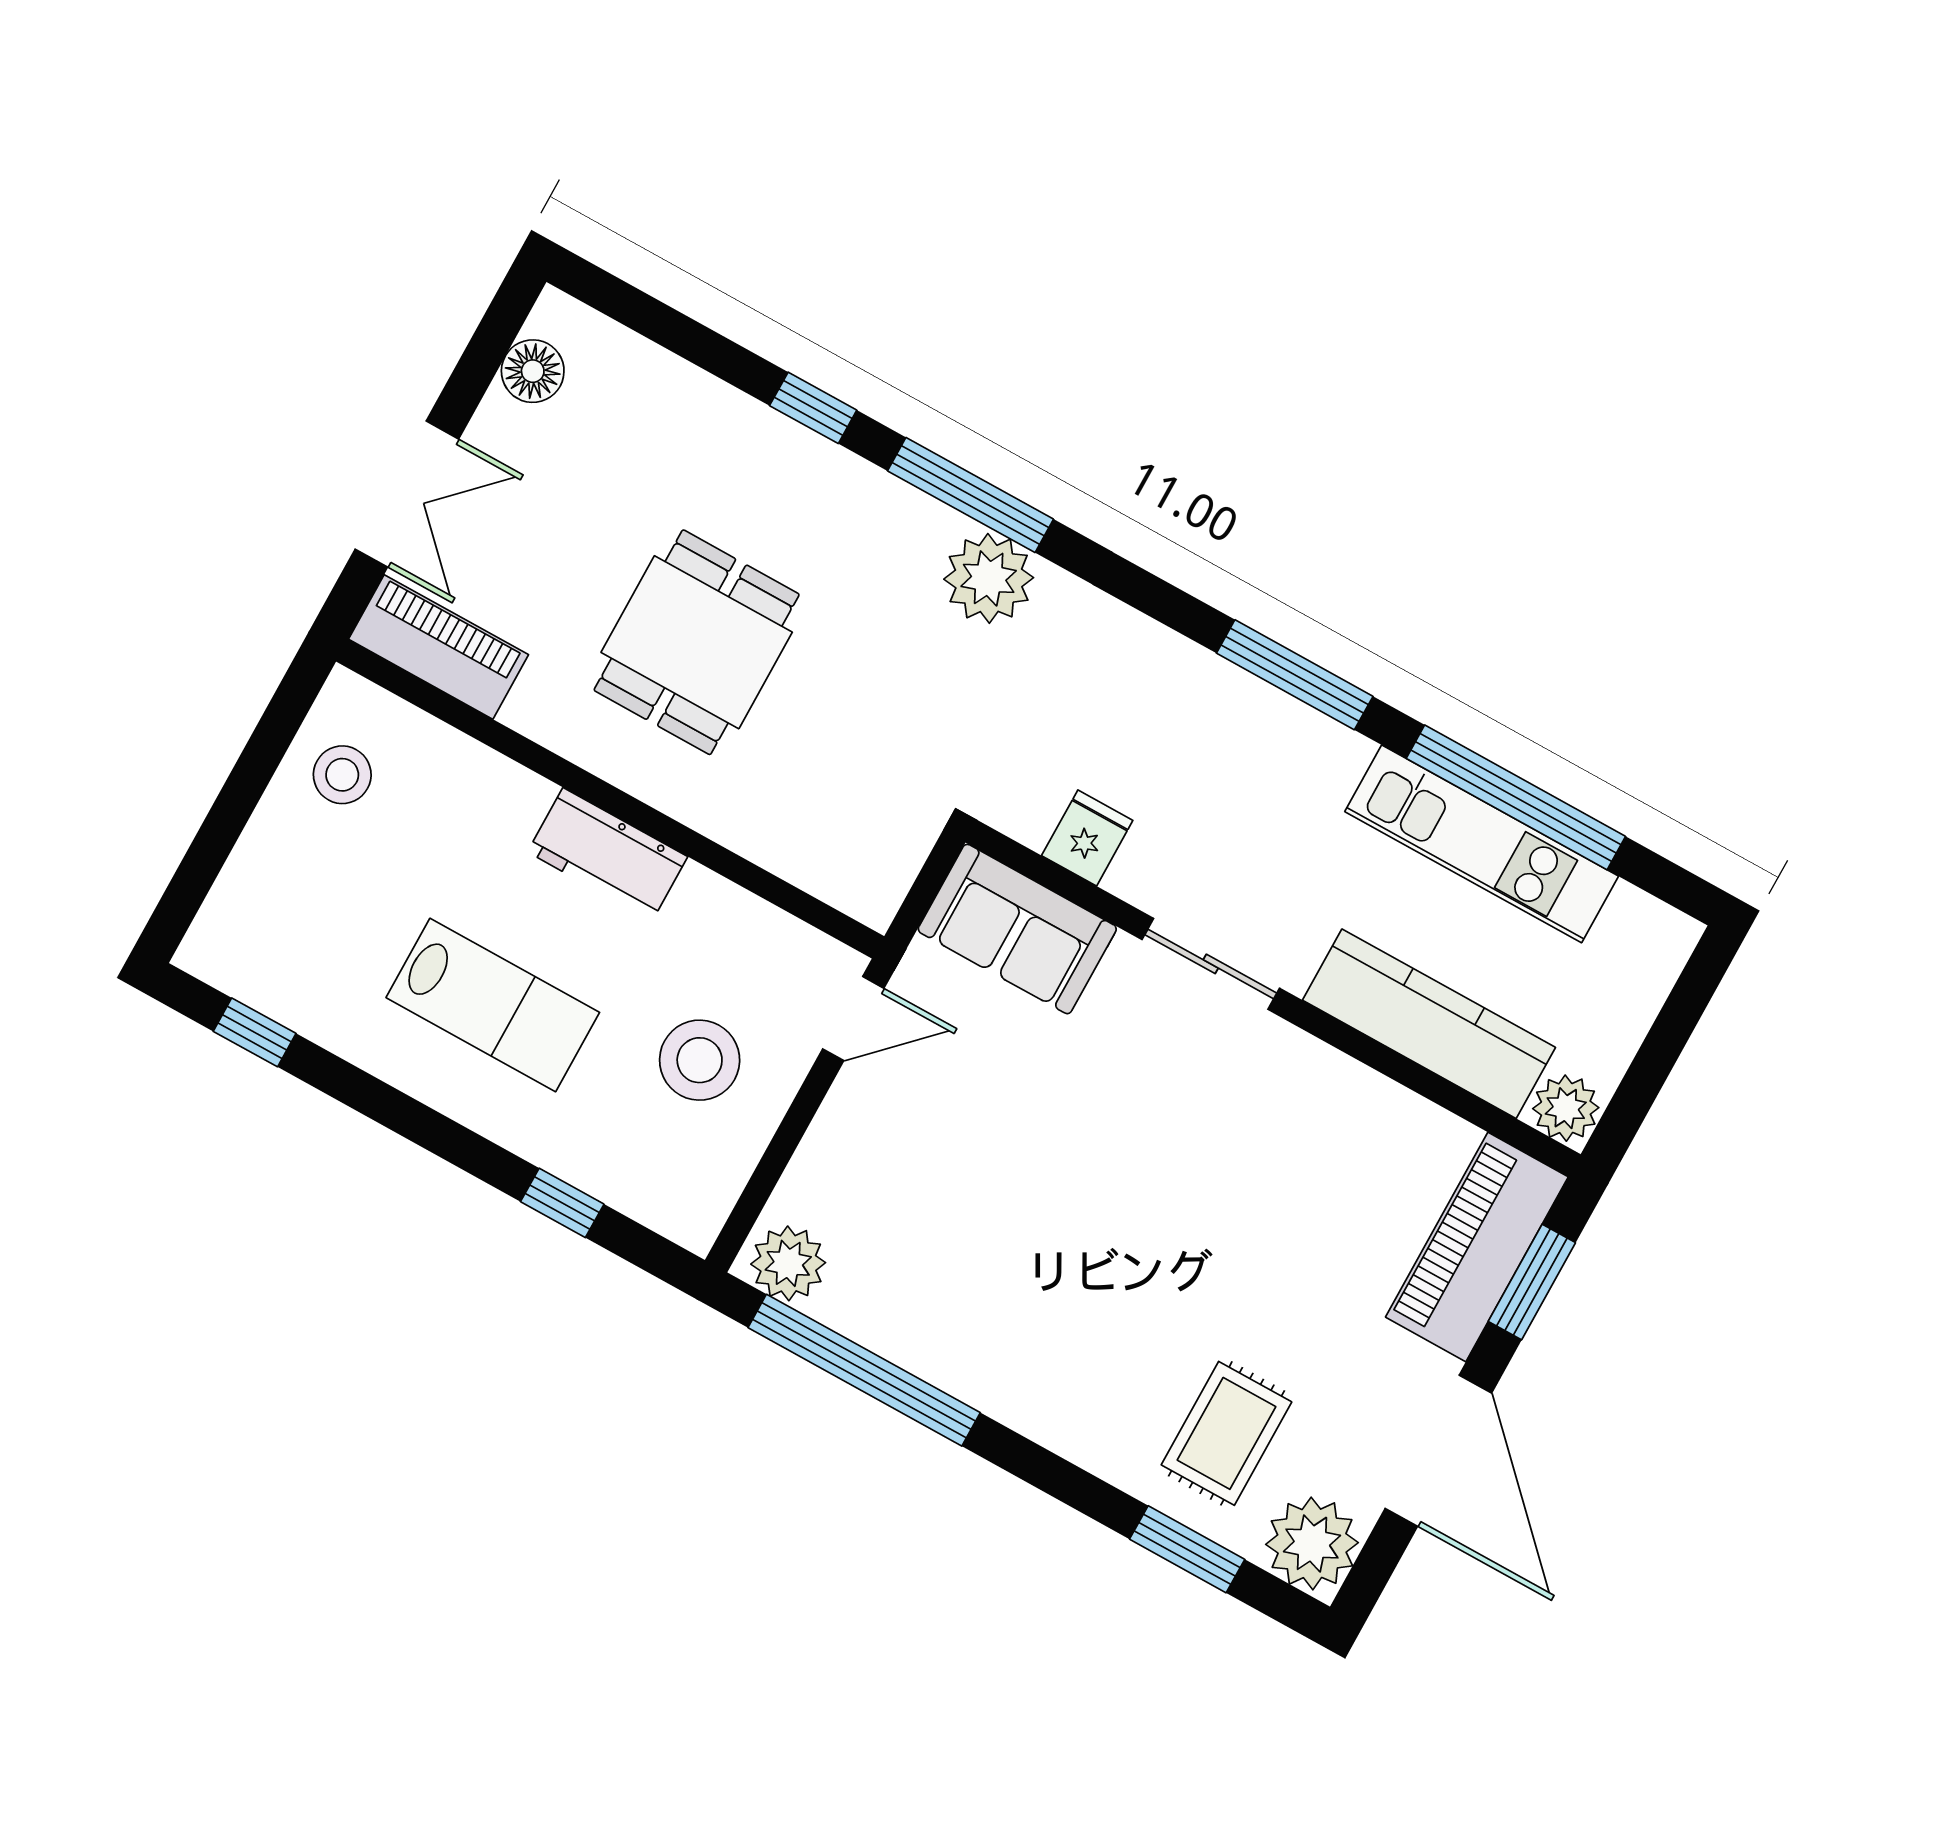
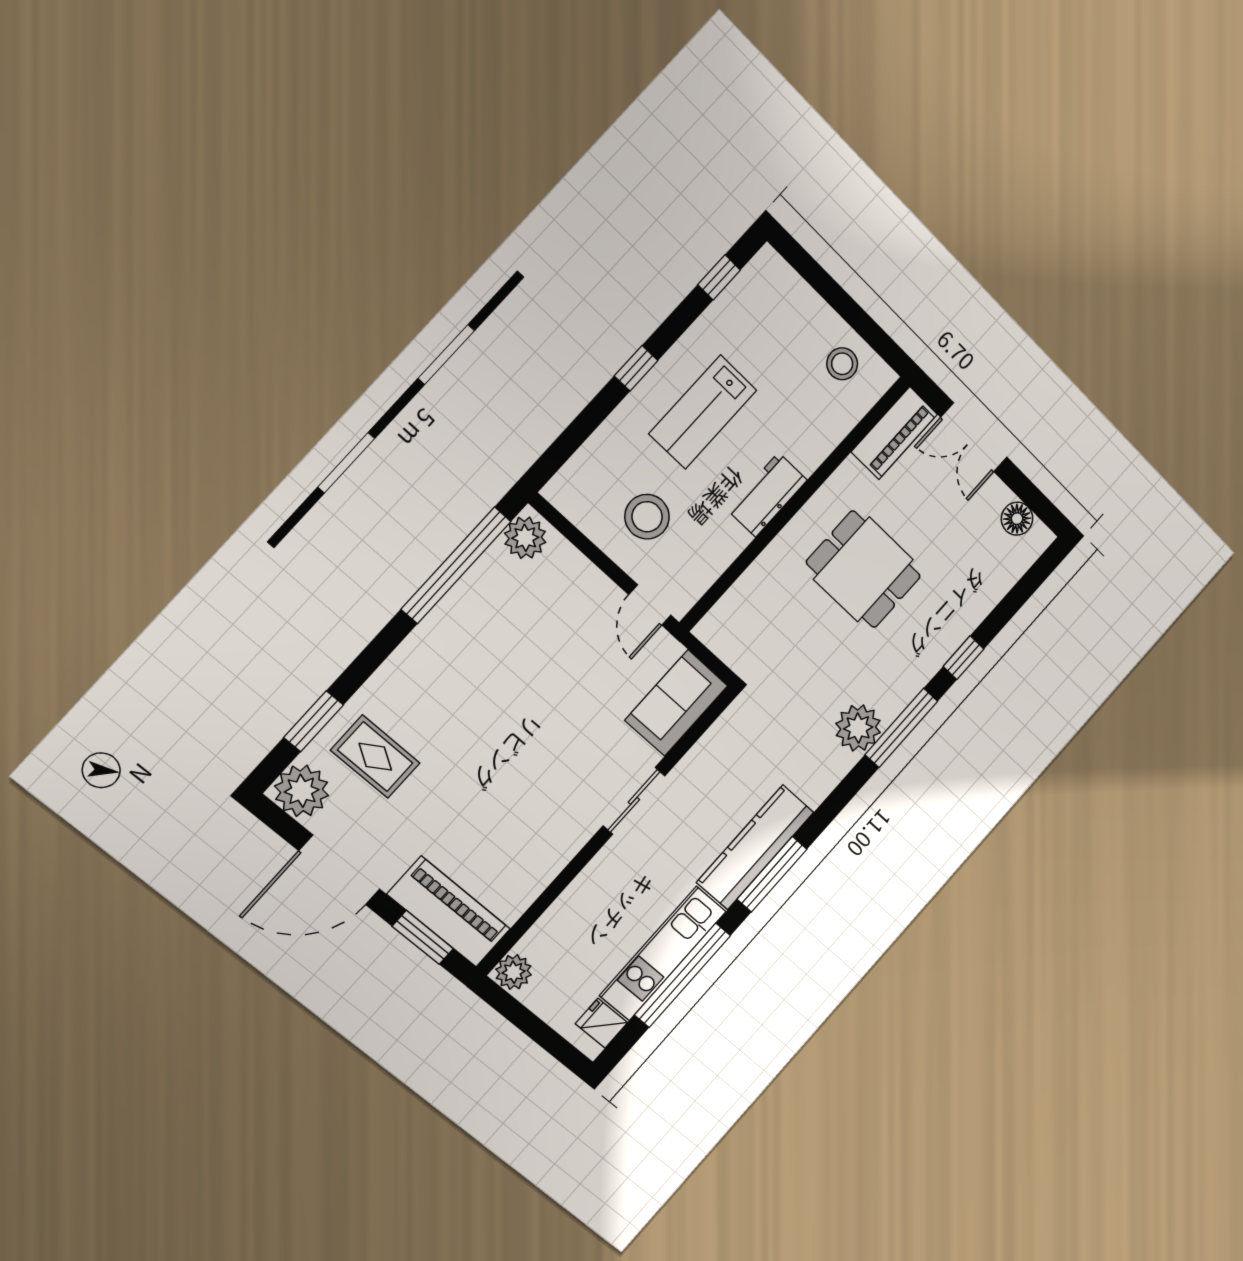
fridge: (1087, 838) -> (601, 1023), moved, turned 180
kitchen counter: (1429, 1024) -> (755, 847), moved, turned 180
window: (562, 1203) -> (636, 368), moved

